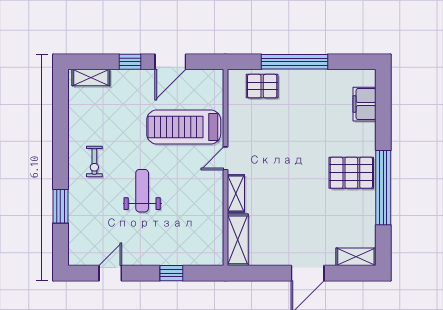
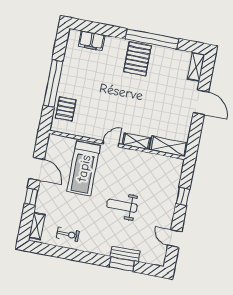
door: (226, 158) -> (111, 144), swing flipped
exercise bike: (94, 161) -> (68, 234), moved
bench: (76, 208) -> (125, 254), added

